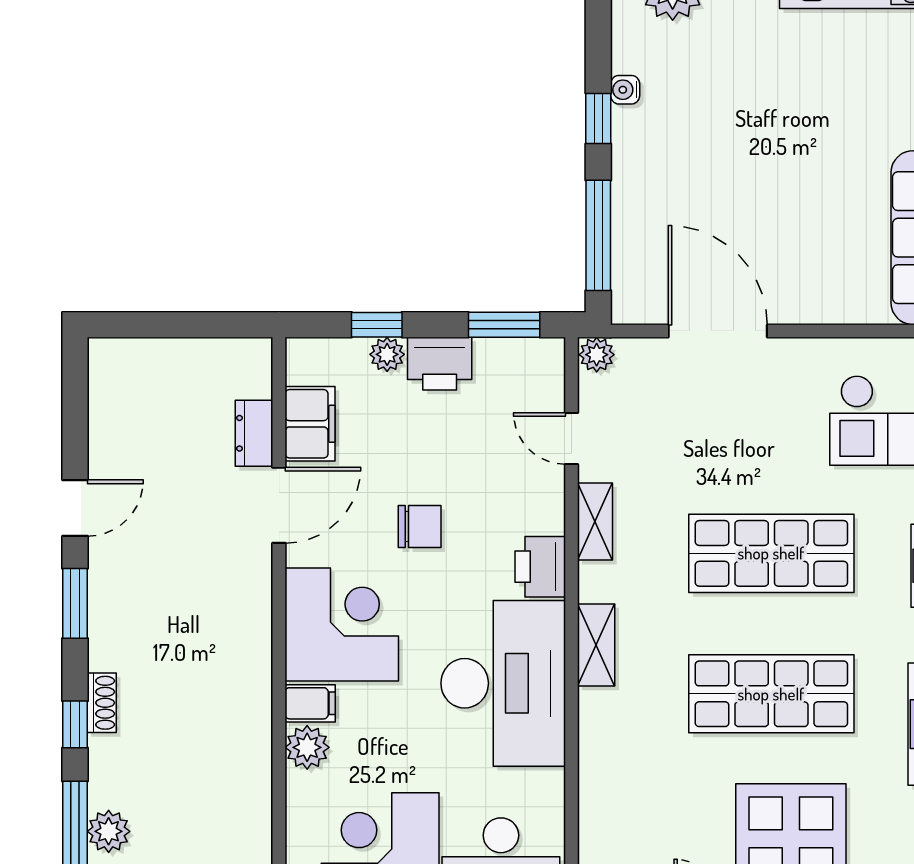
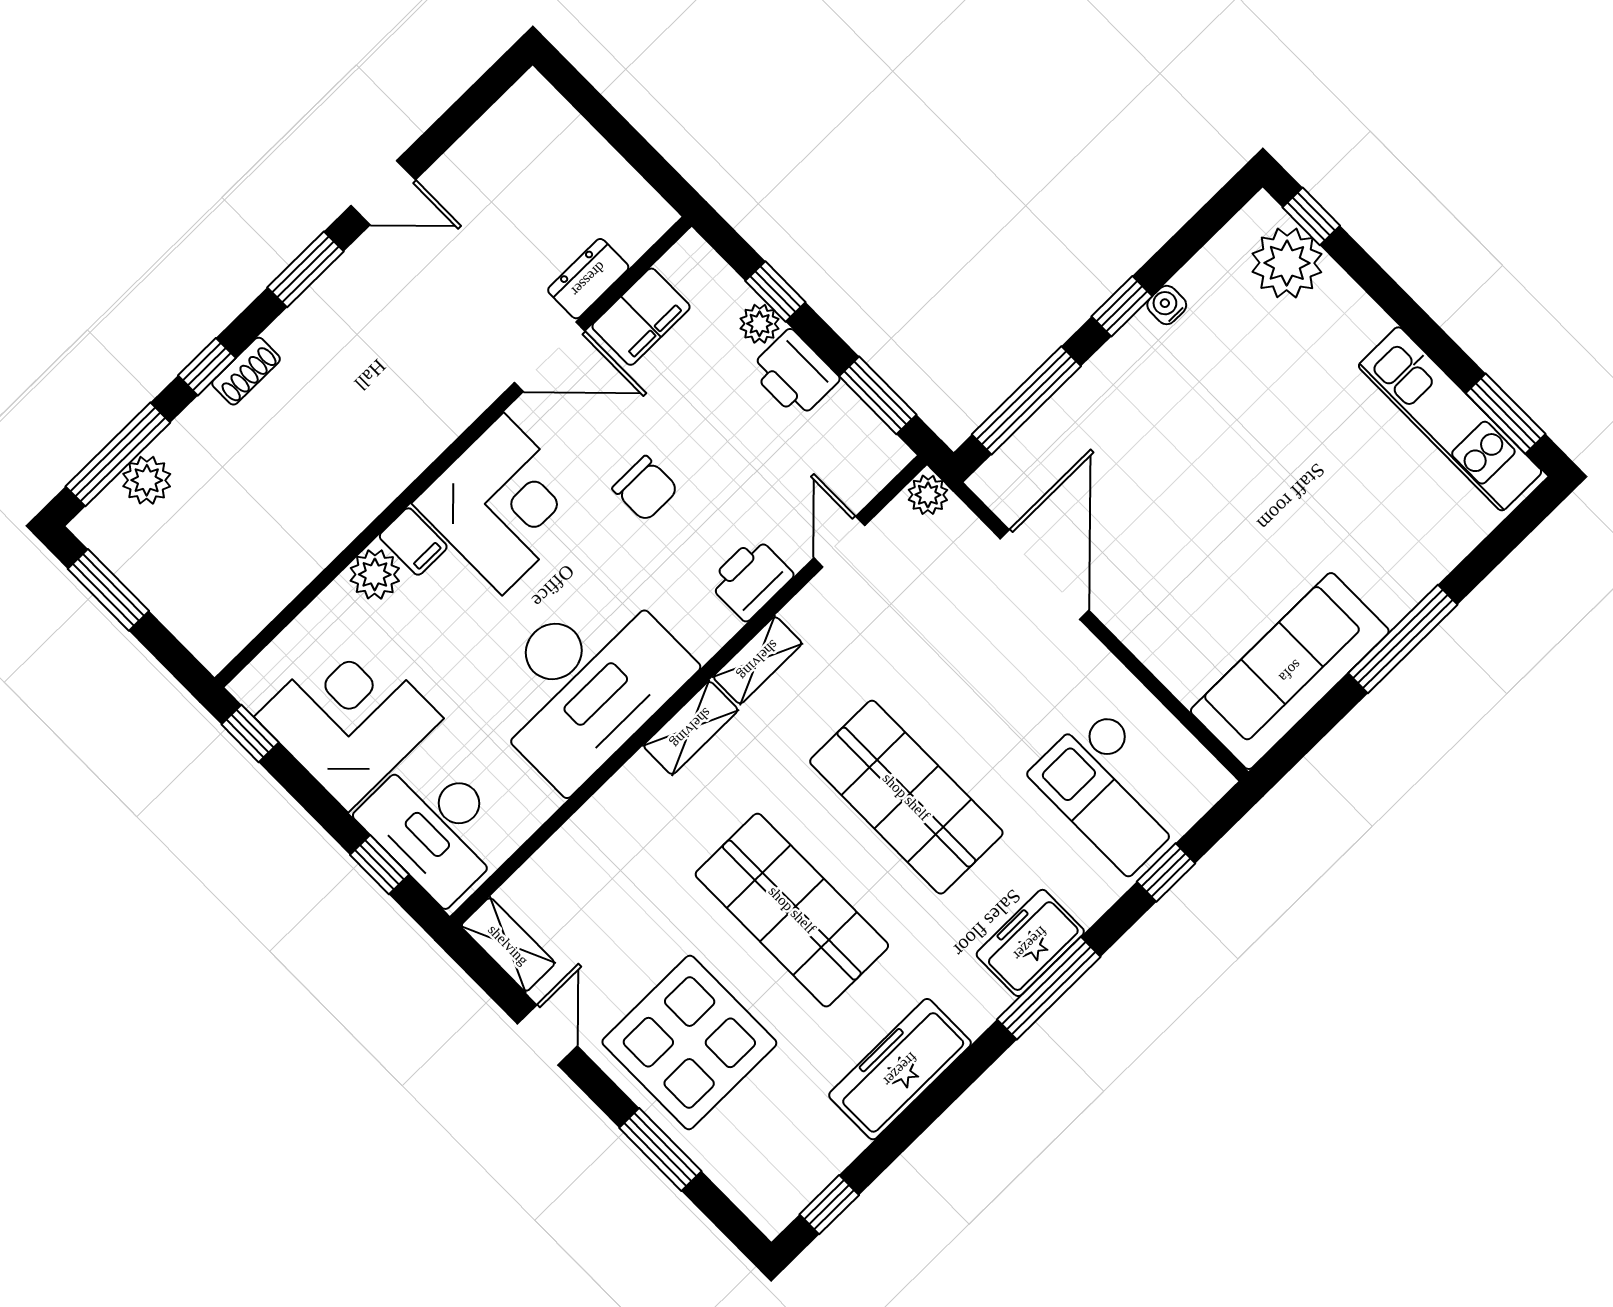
shelving: (595, 522) -> (758, 660), moved
printer: (540, 567) -> (751, 579), moved

